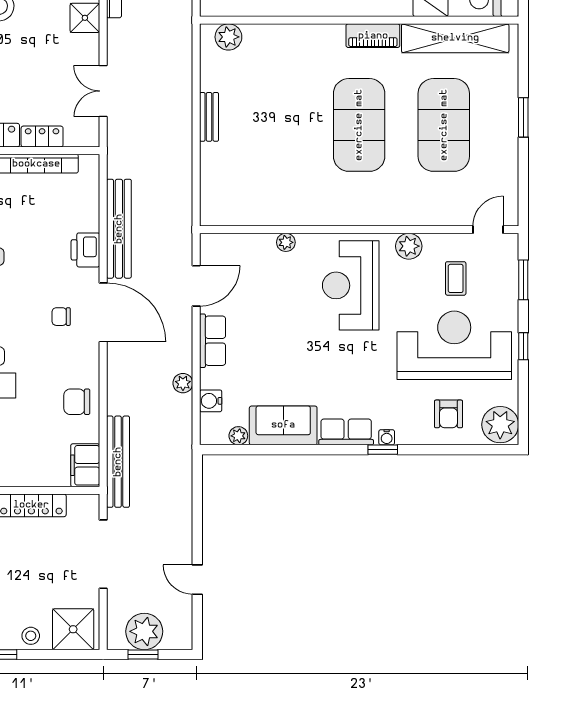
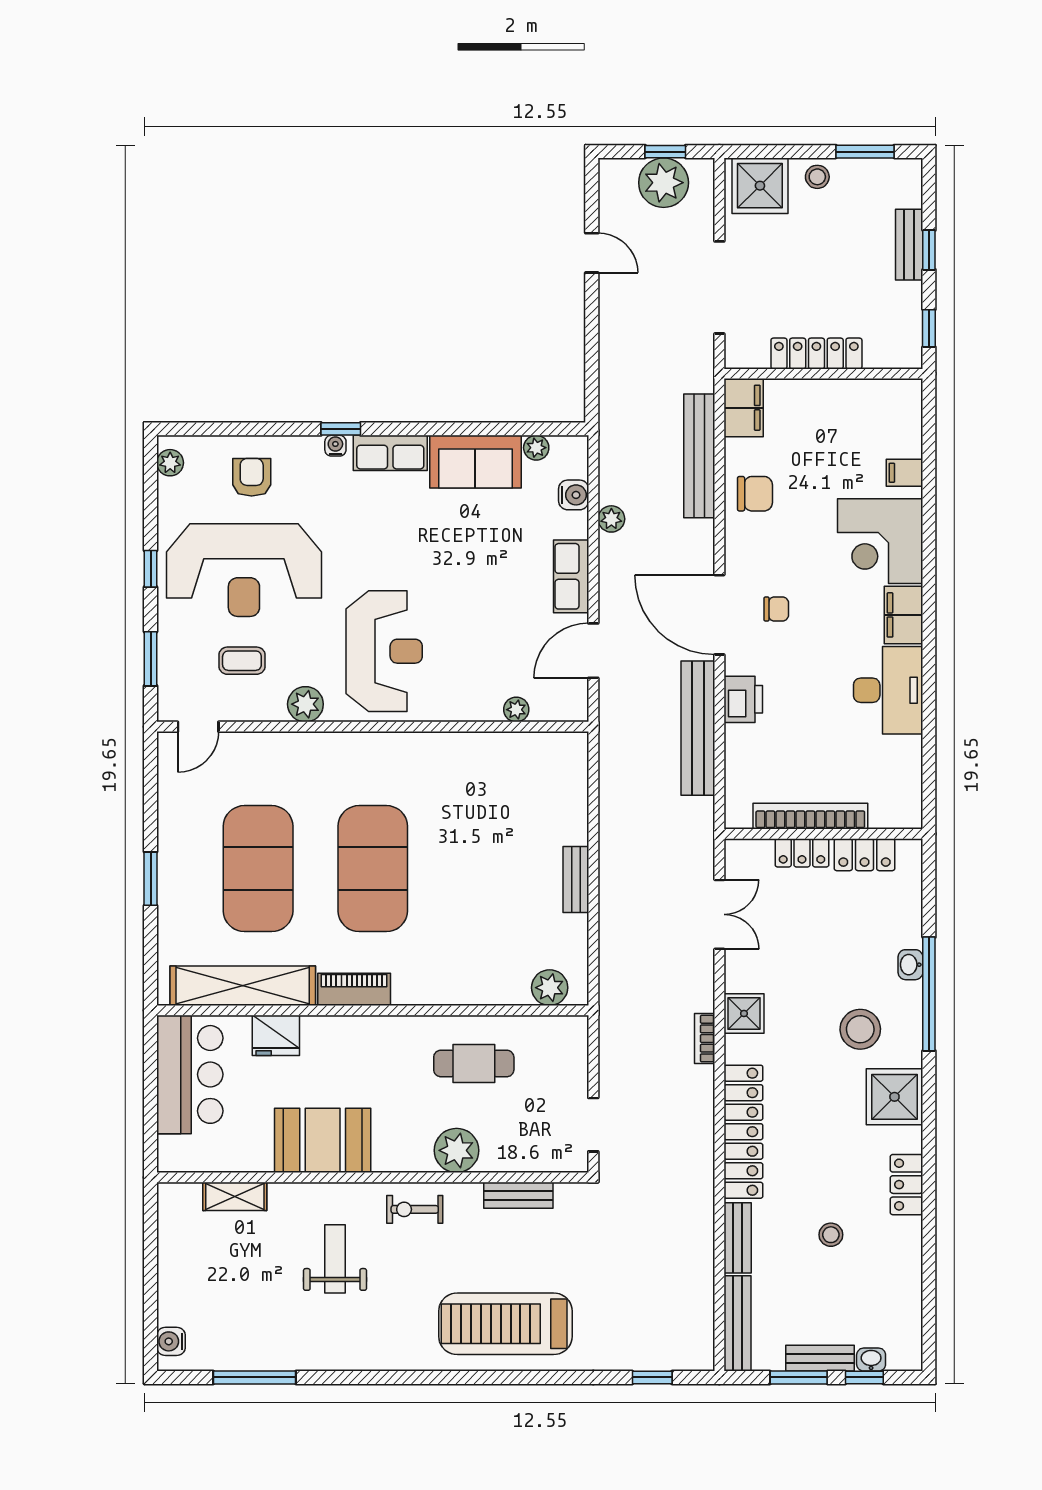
plant: (286, 242) -> (516, 710), moved
coffee table: (456, 278) -> (242, 661), turned 90
plant: (500, 425) -> (170, 463), width x0.53, depth x0.53
bench: (118, 462) -> (699, 456), moved

